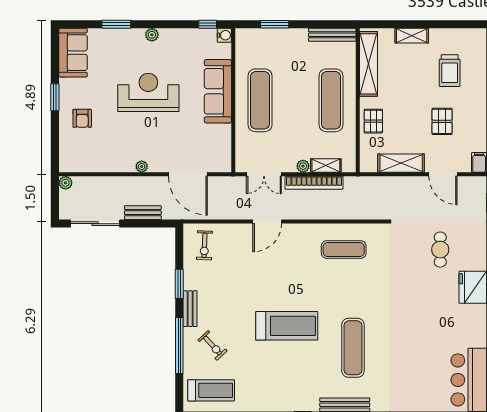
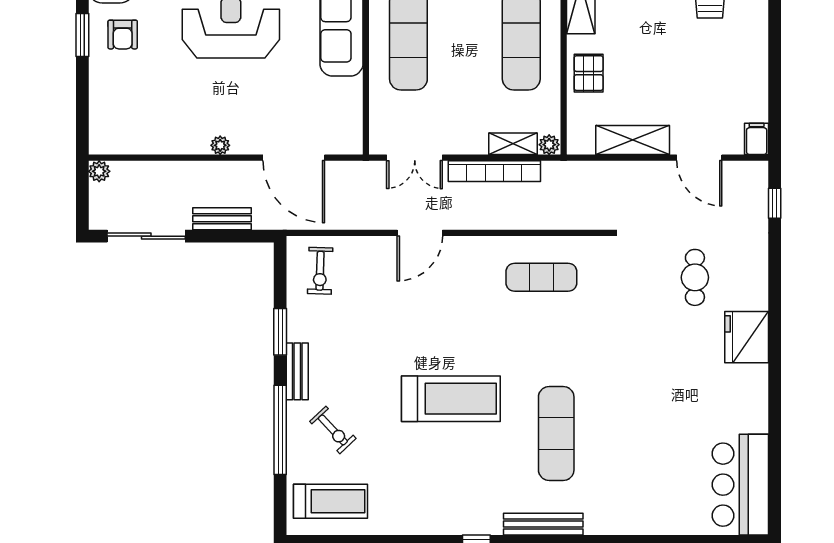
armchair: (82, 118) -> (123, 35), moved
pallet: (442, 121) -> (698, 74), removed
plant: (303, 166) -> (549, 145), moved

